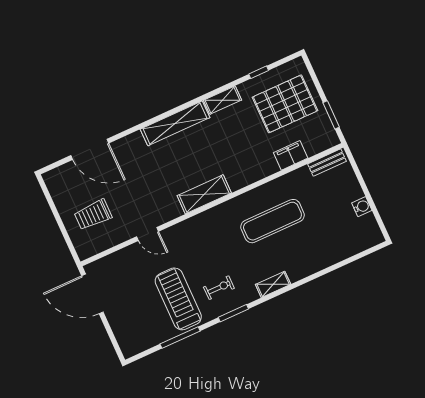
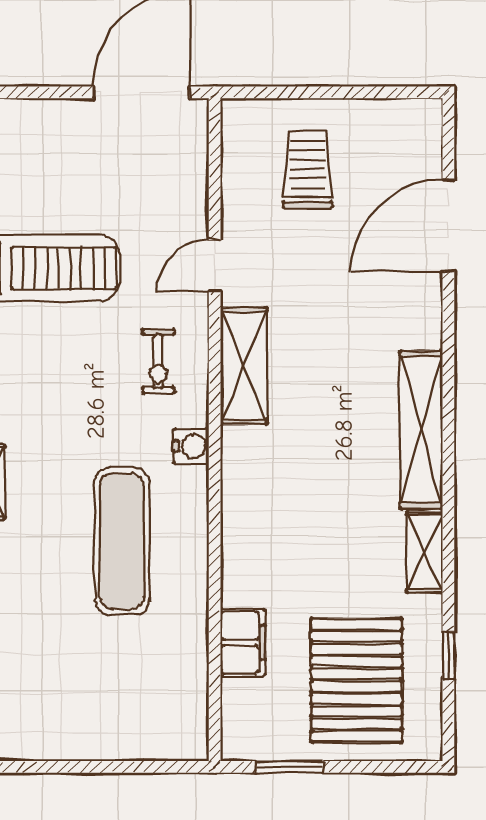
bench: (327, 163) -> (193, 712), removed
shelving: (204, 194) -> (244, 366), moved
water cooler: (362, 207) -> (191, 446), moved, turned -90
exercise bike: (219, 288) -> (158, 361), moved

